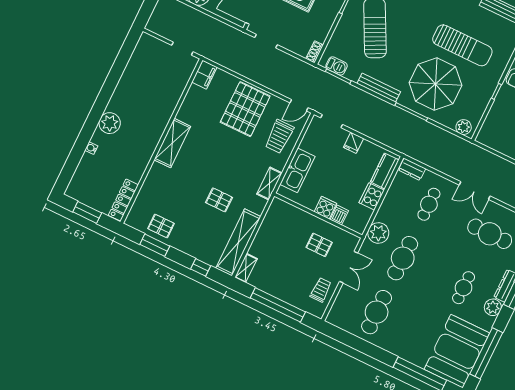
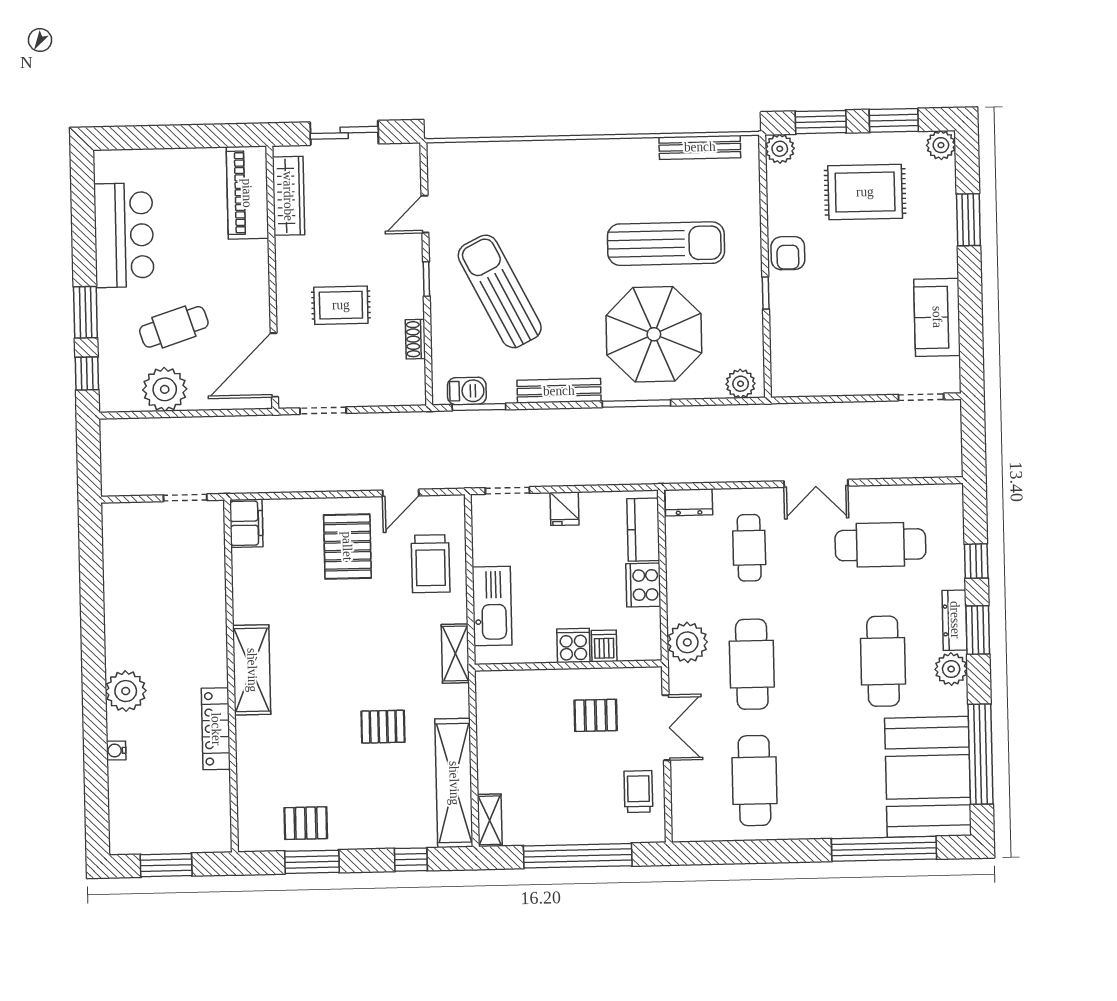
shoe rack: (315, 52) -> (415, 339), moved
door: (299, 105) -> (401, 493), moved
pallet: (245, 109) -> (347, 546), width x0.73, depth x0.71
locker: (123, 200) -> (216, 729), moved
cafe table: (464, 288) -> (883, 661), width x1.37, depth x1.35

